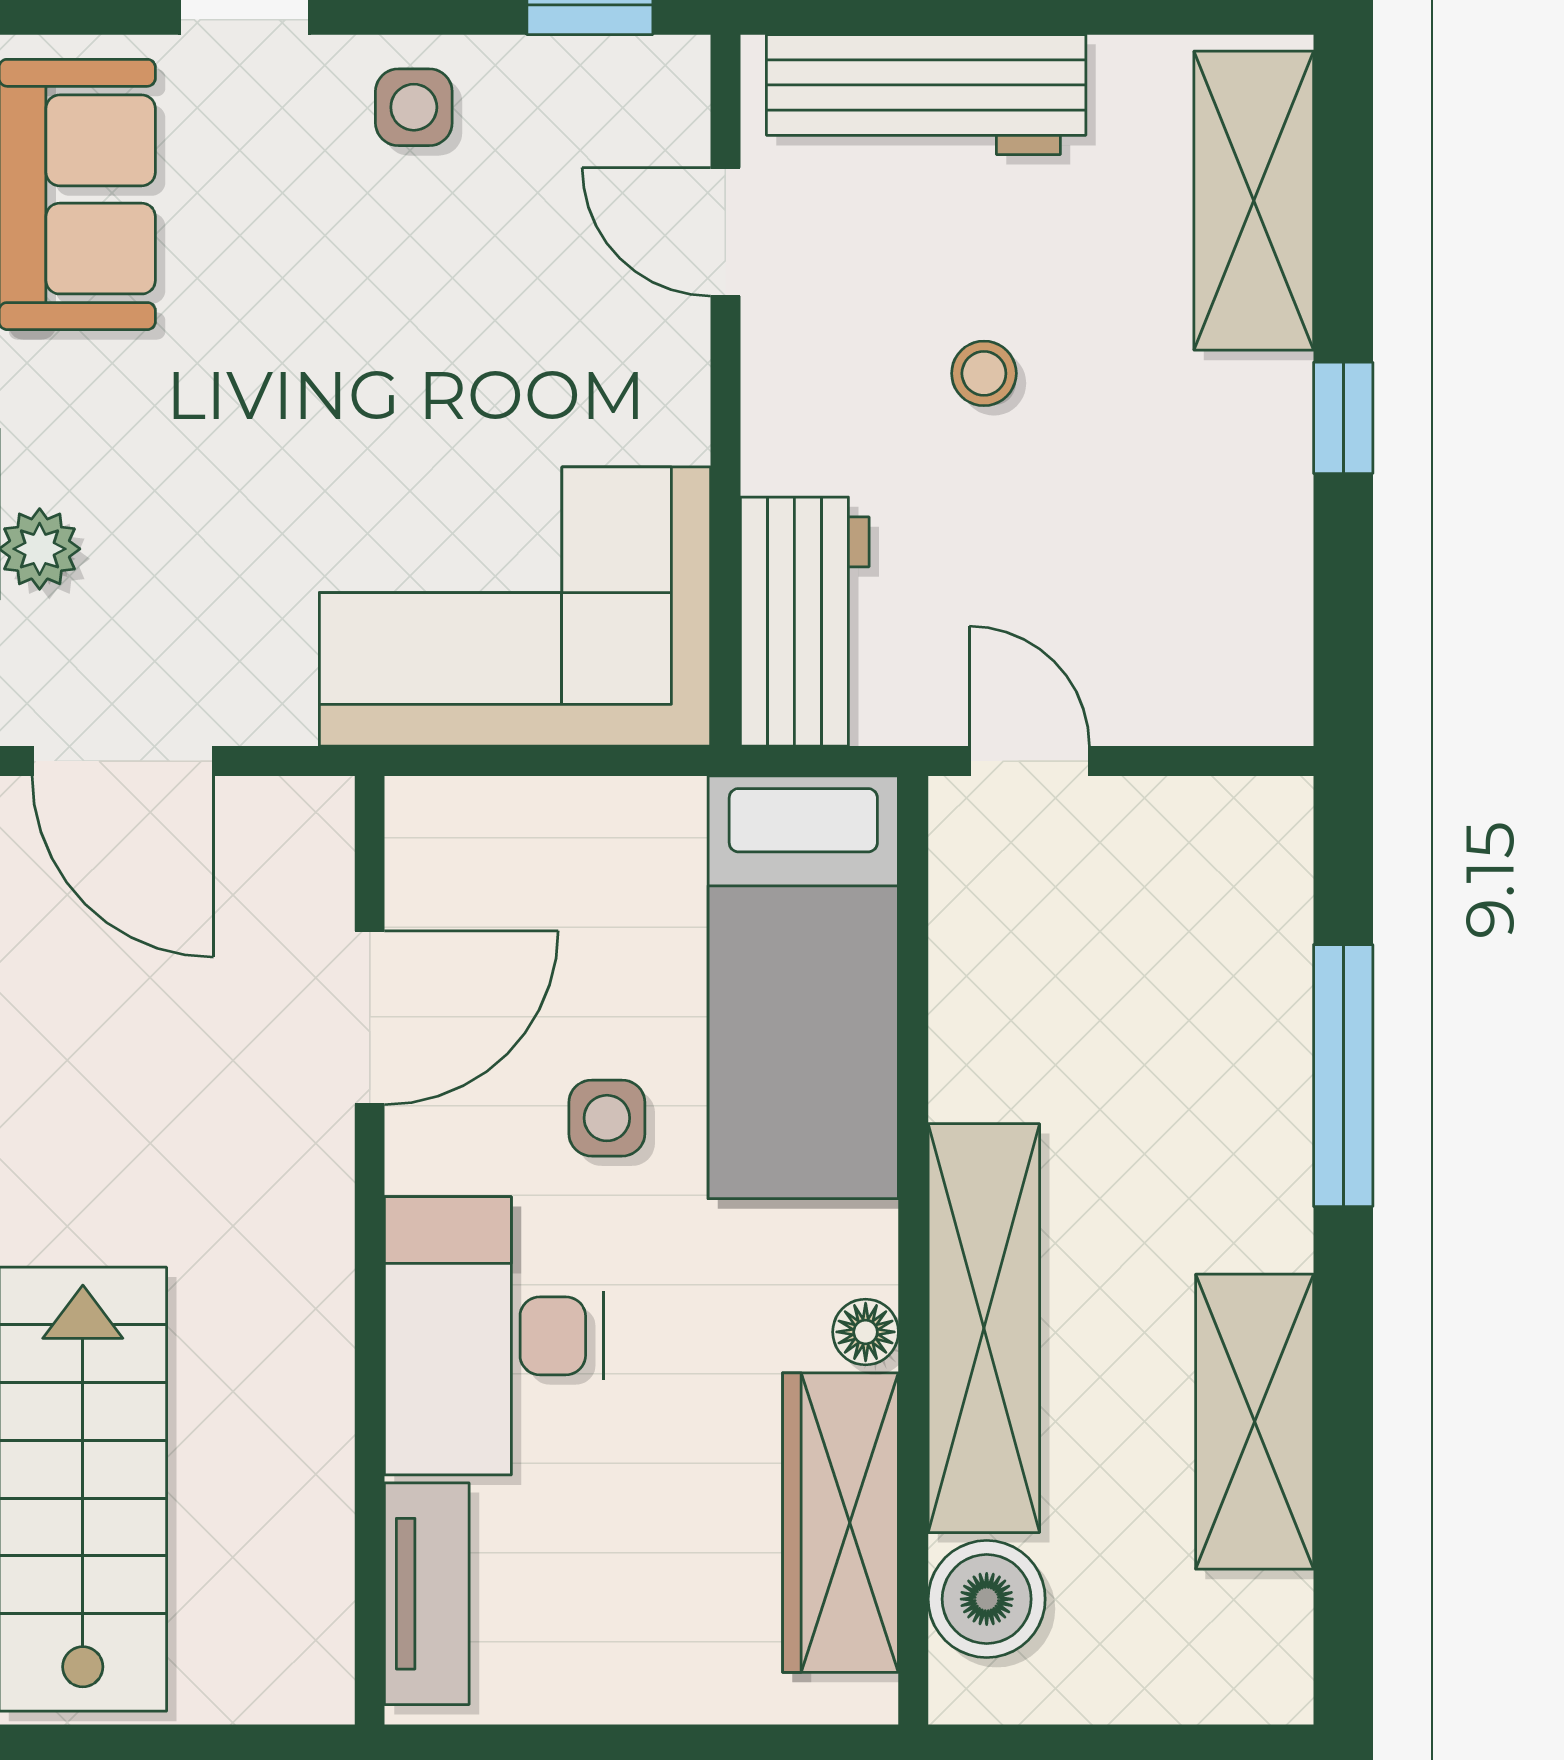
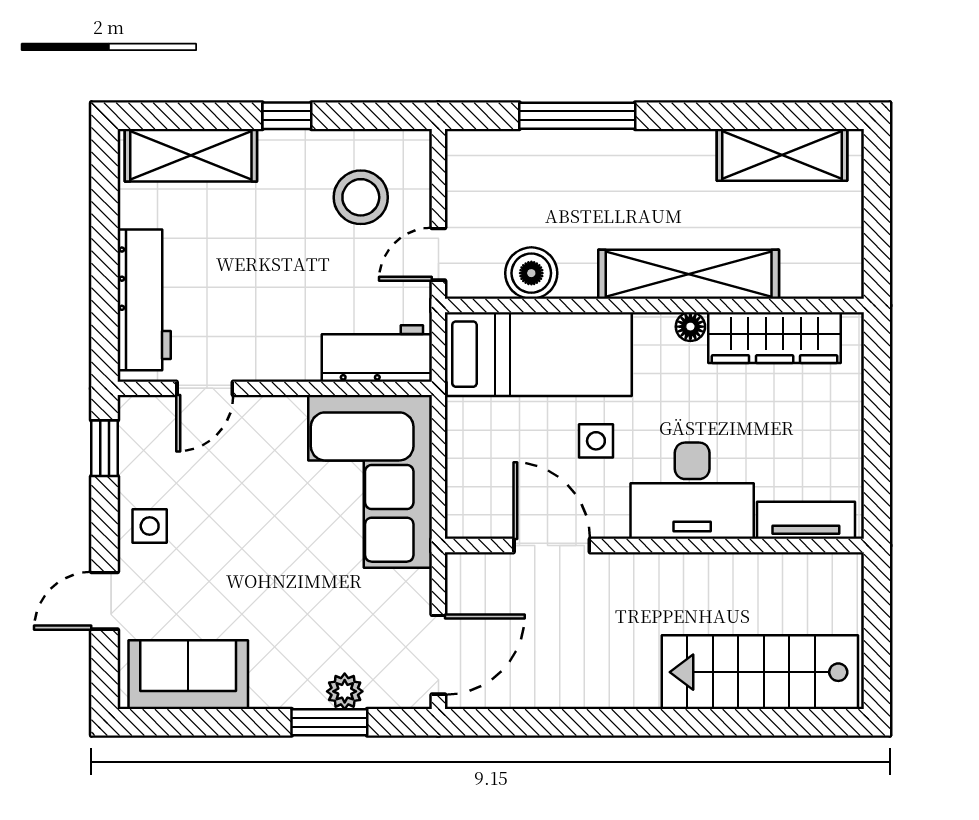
stool: (984, 373) -> (361, 197), moved, width x1.89, depth x1.89
shelving: (1255, 1422) -> (782, 155), moved
boiler: (987, 1599) -> (531, 273), moved

